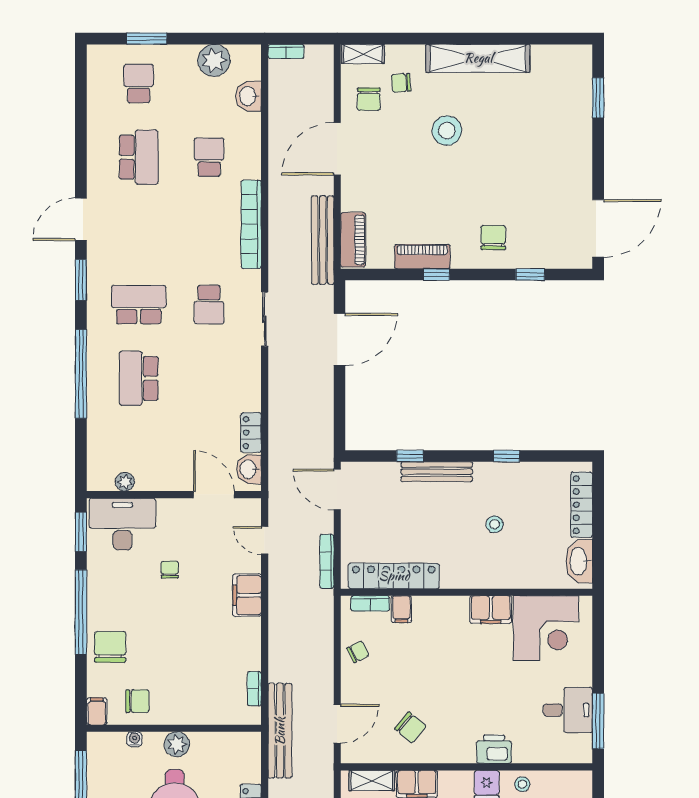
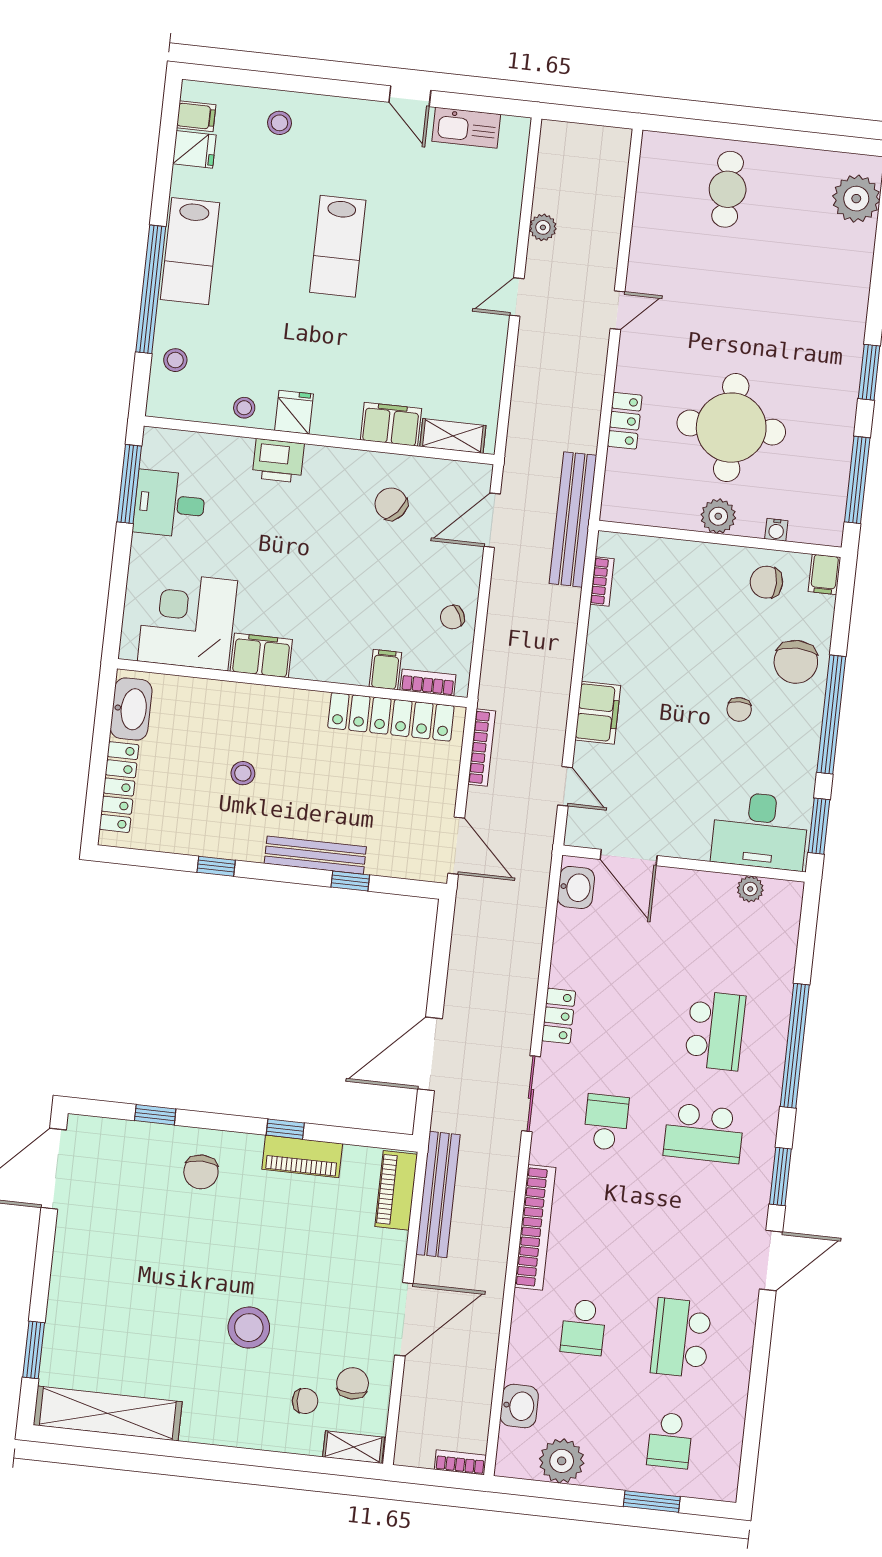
shelving: (478, 58) -> (108, 1413), moved
locker: (251, 433) -> (559, 1016), moved
chair: (170, 570) -> (739, 709), moved

